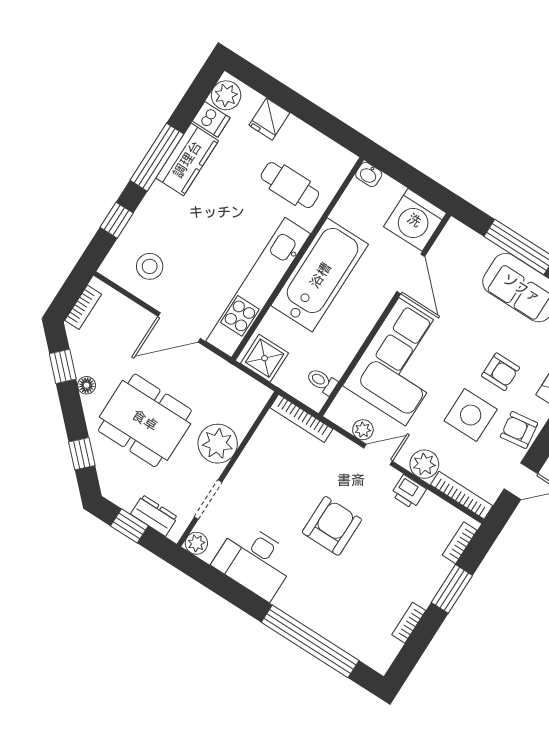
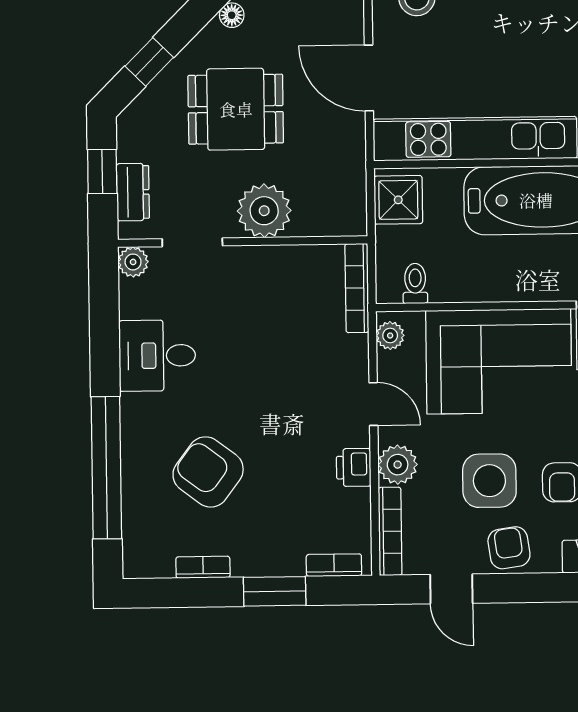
dining table: (145, 420) -> (236, 109), width x0.73
plant: (363, 430) -> (390, 336), moved
armchair: (332, 526) -> (208, 472), moved, turned -143
desk: (255, 561) -> (157, 356), width x0.73

